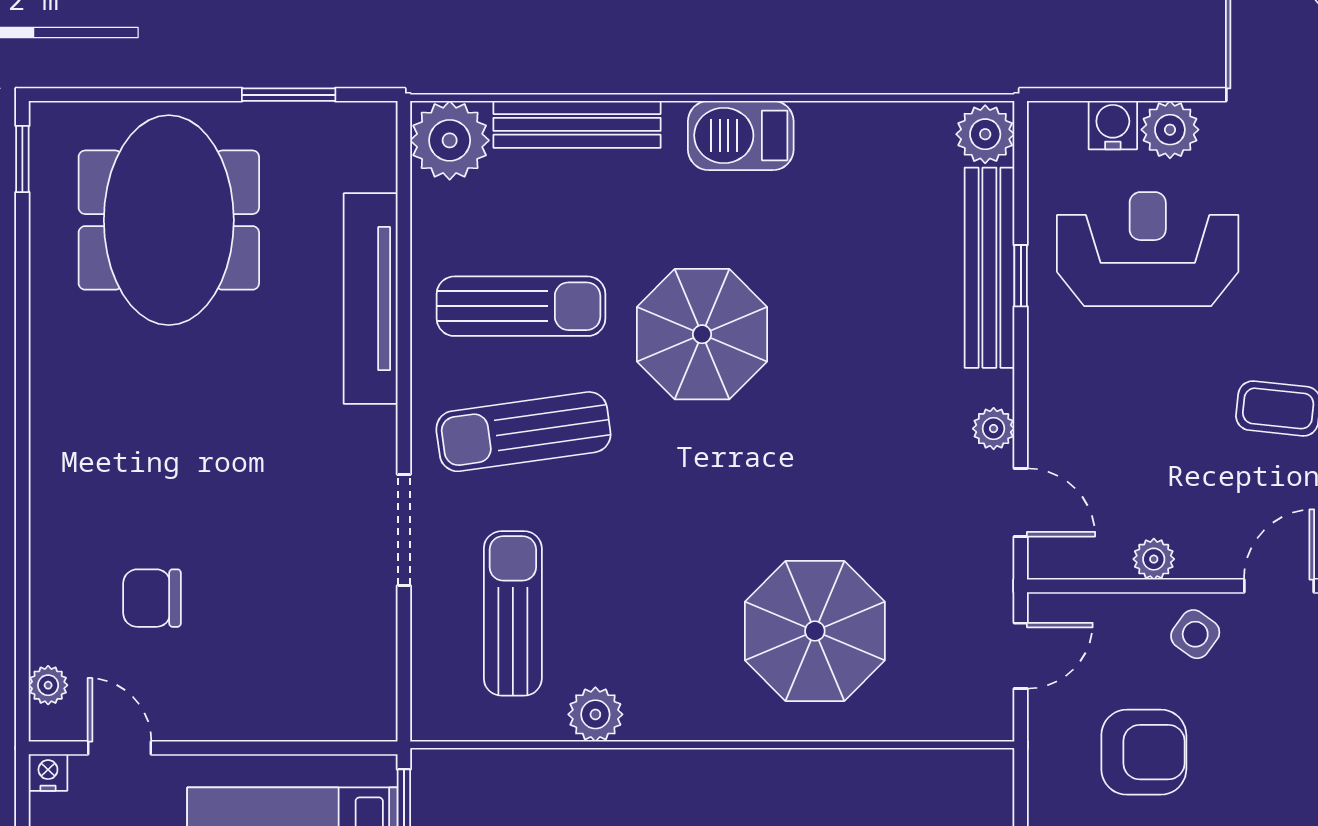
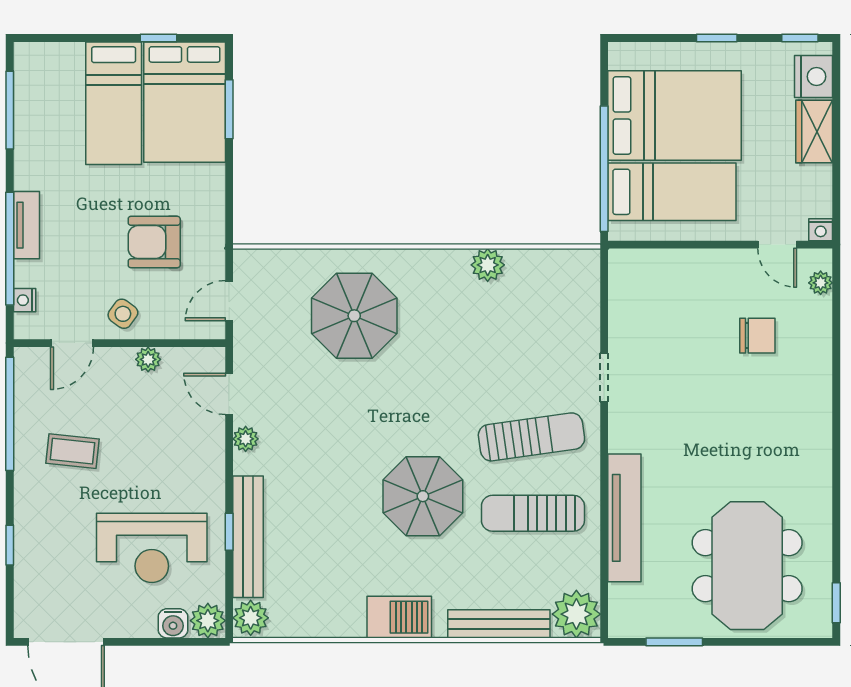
plant: (1170, 130) -> (208, 621), moved
doorway: (404, 530) -> (604, 377), width x0.73
sun lounger: (513, 613) -> (538, 326), removed

